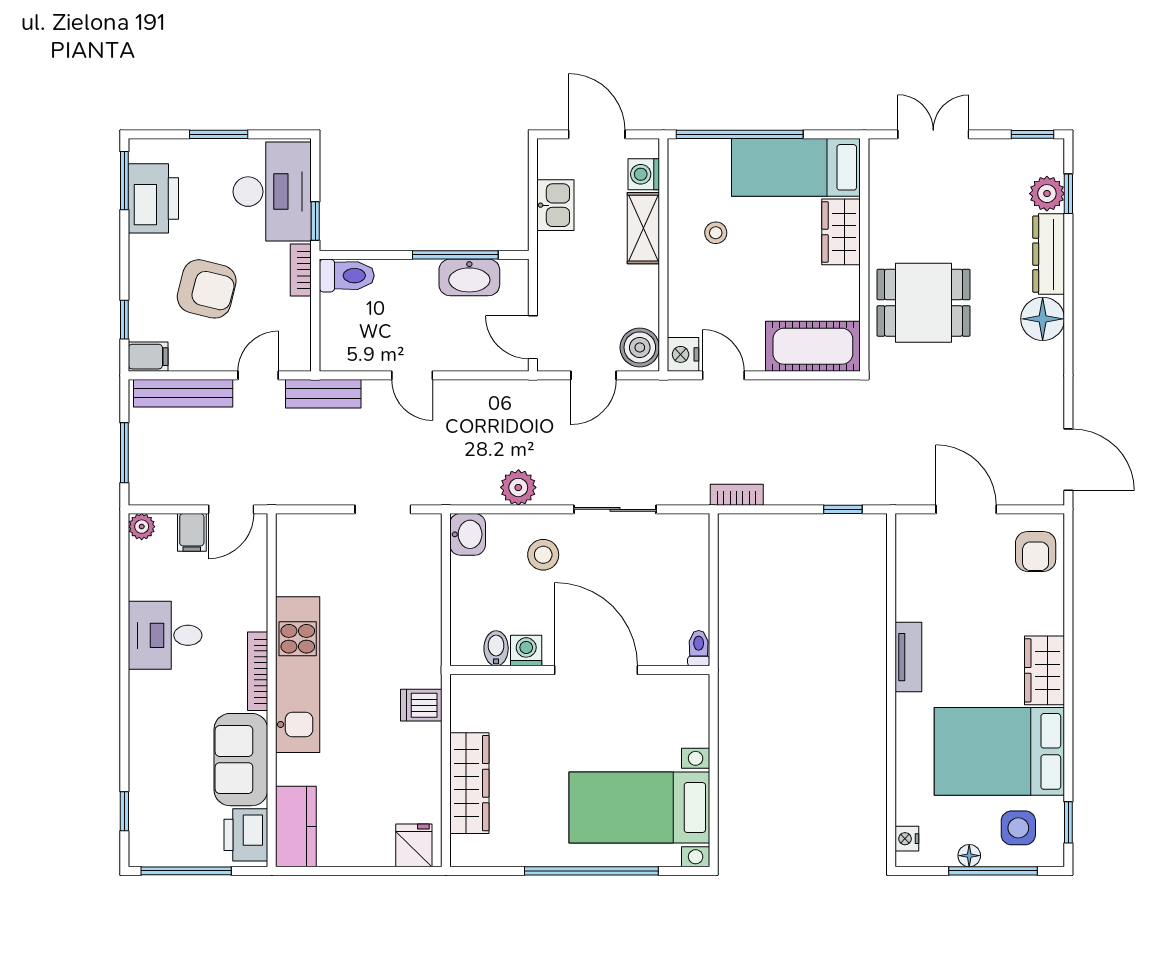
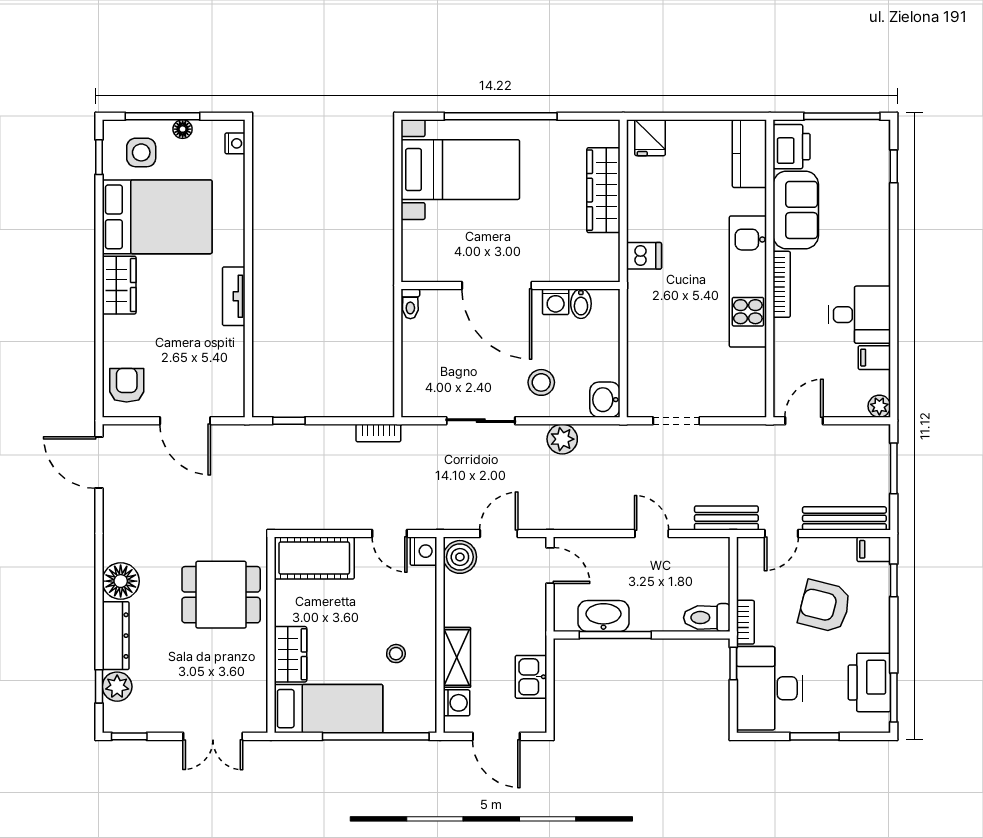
filing cabinet: (192, 532) -> (874, 358), moved, turned -90

